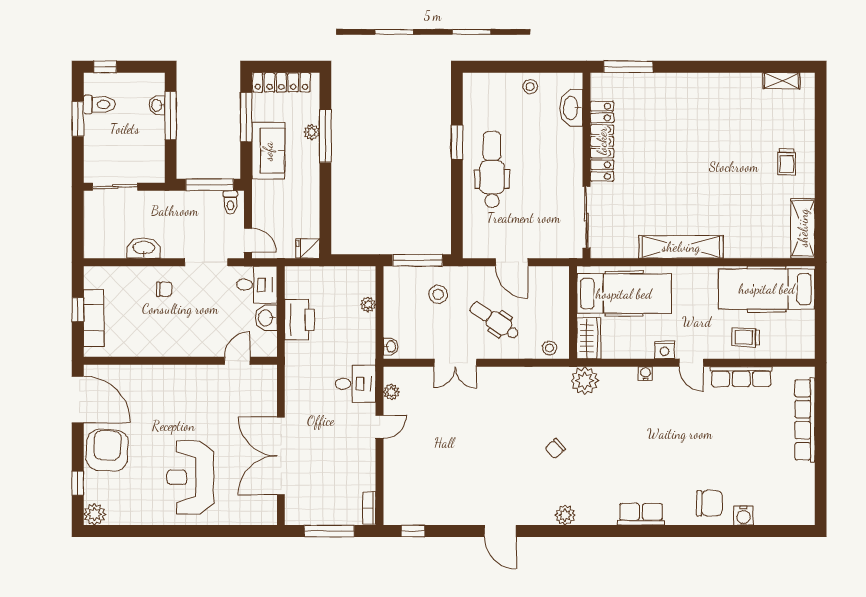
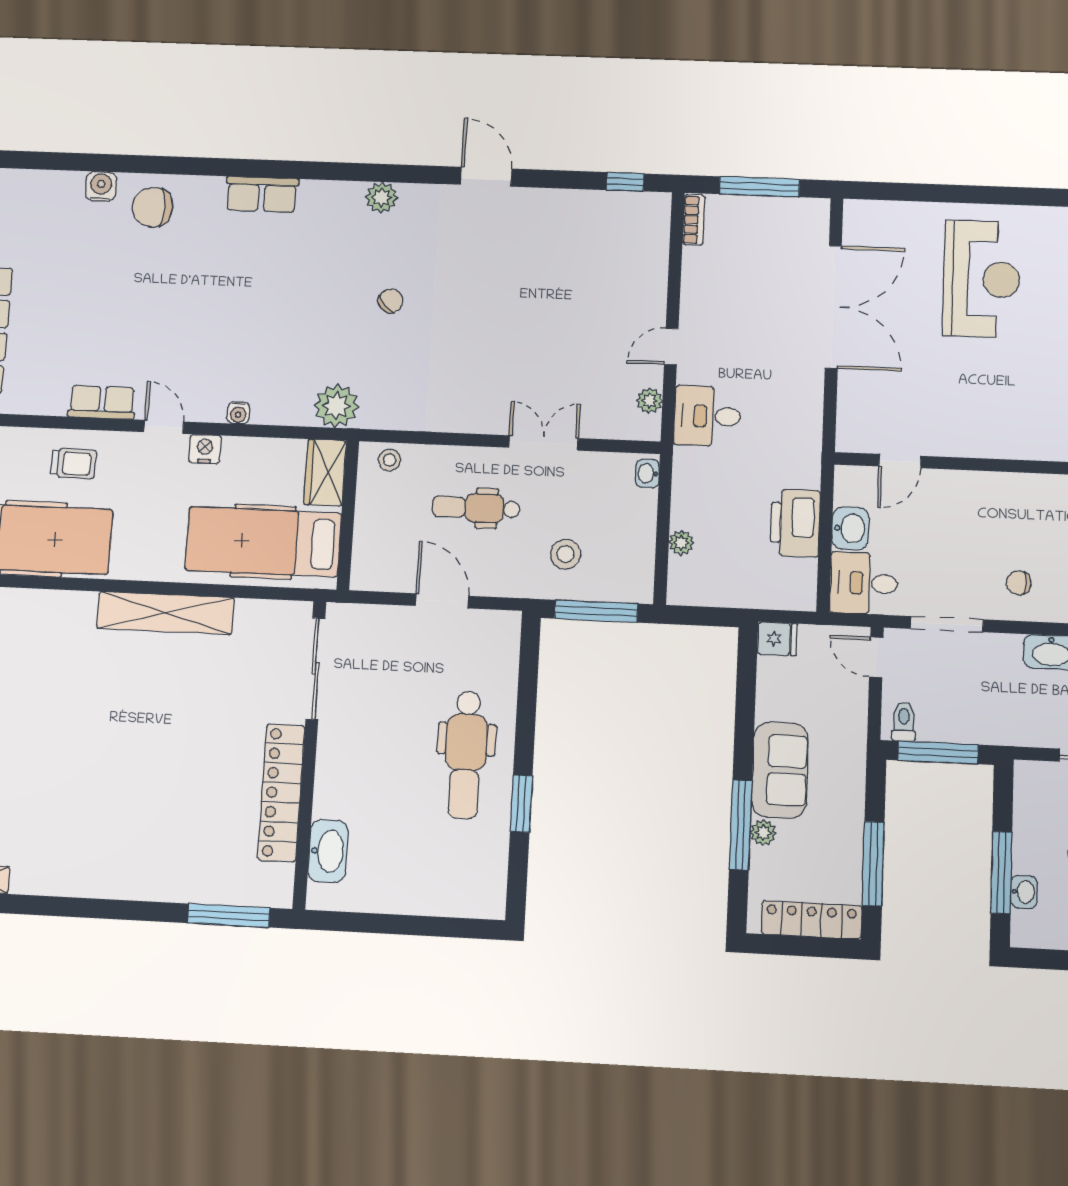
stool: (530, 86) -> (394, 891), removed
sofa: (268, 151) -> (780, 770), moved, turned 180
dental chair: (495, 320) -> (476, 508), turned 146
row of seats: (741, 377) -> (102, 402), width x0.68

